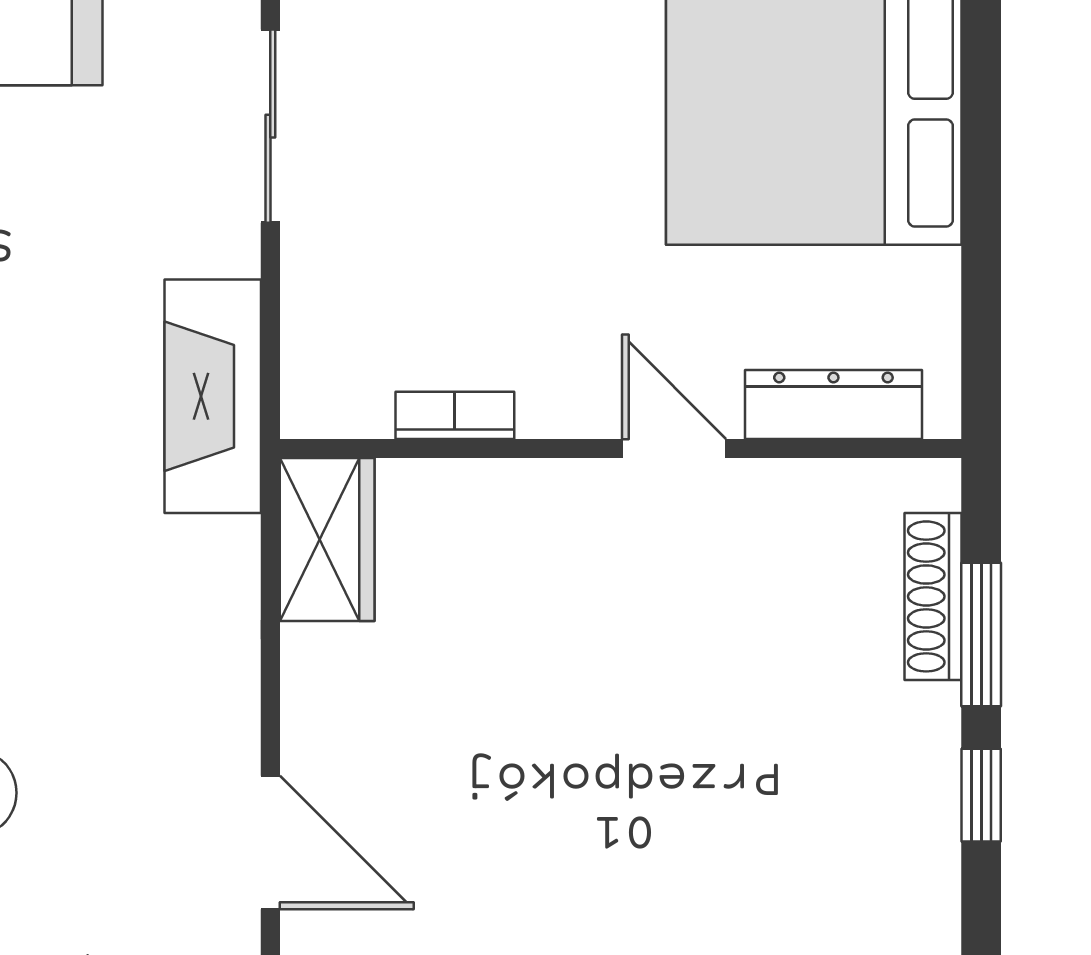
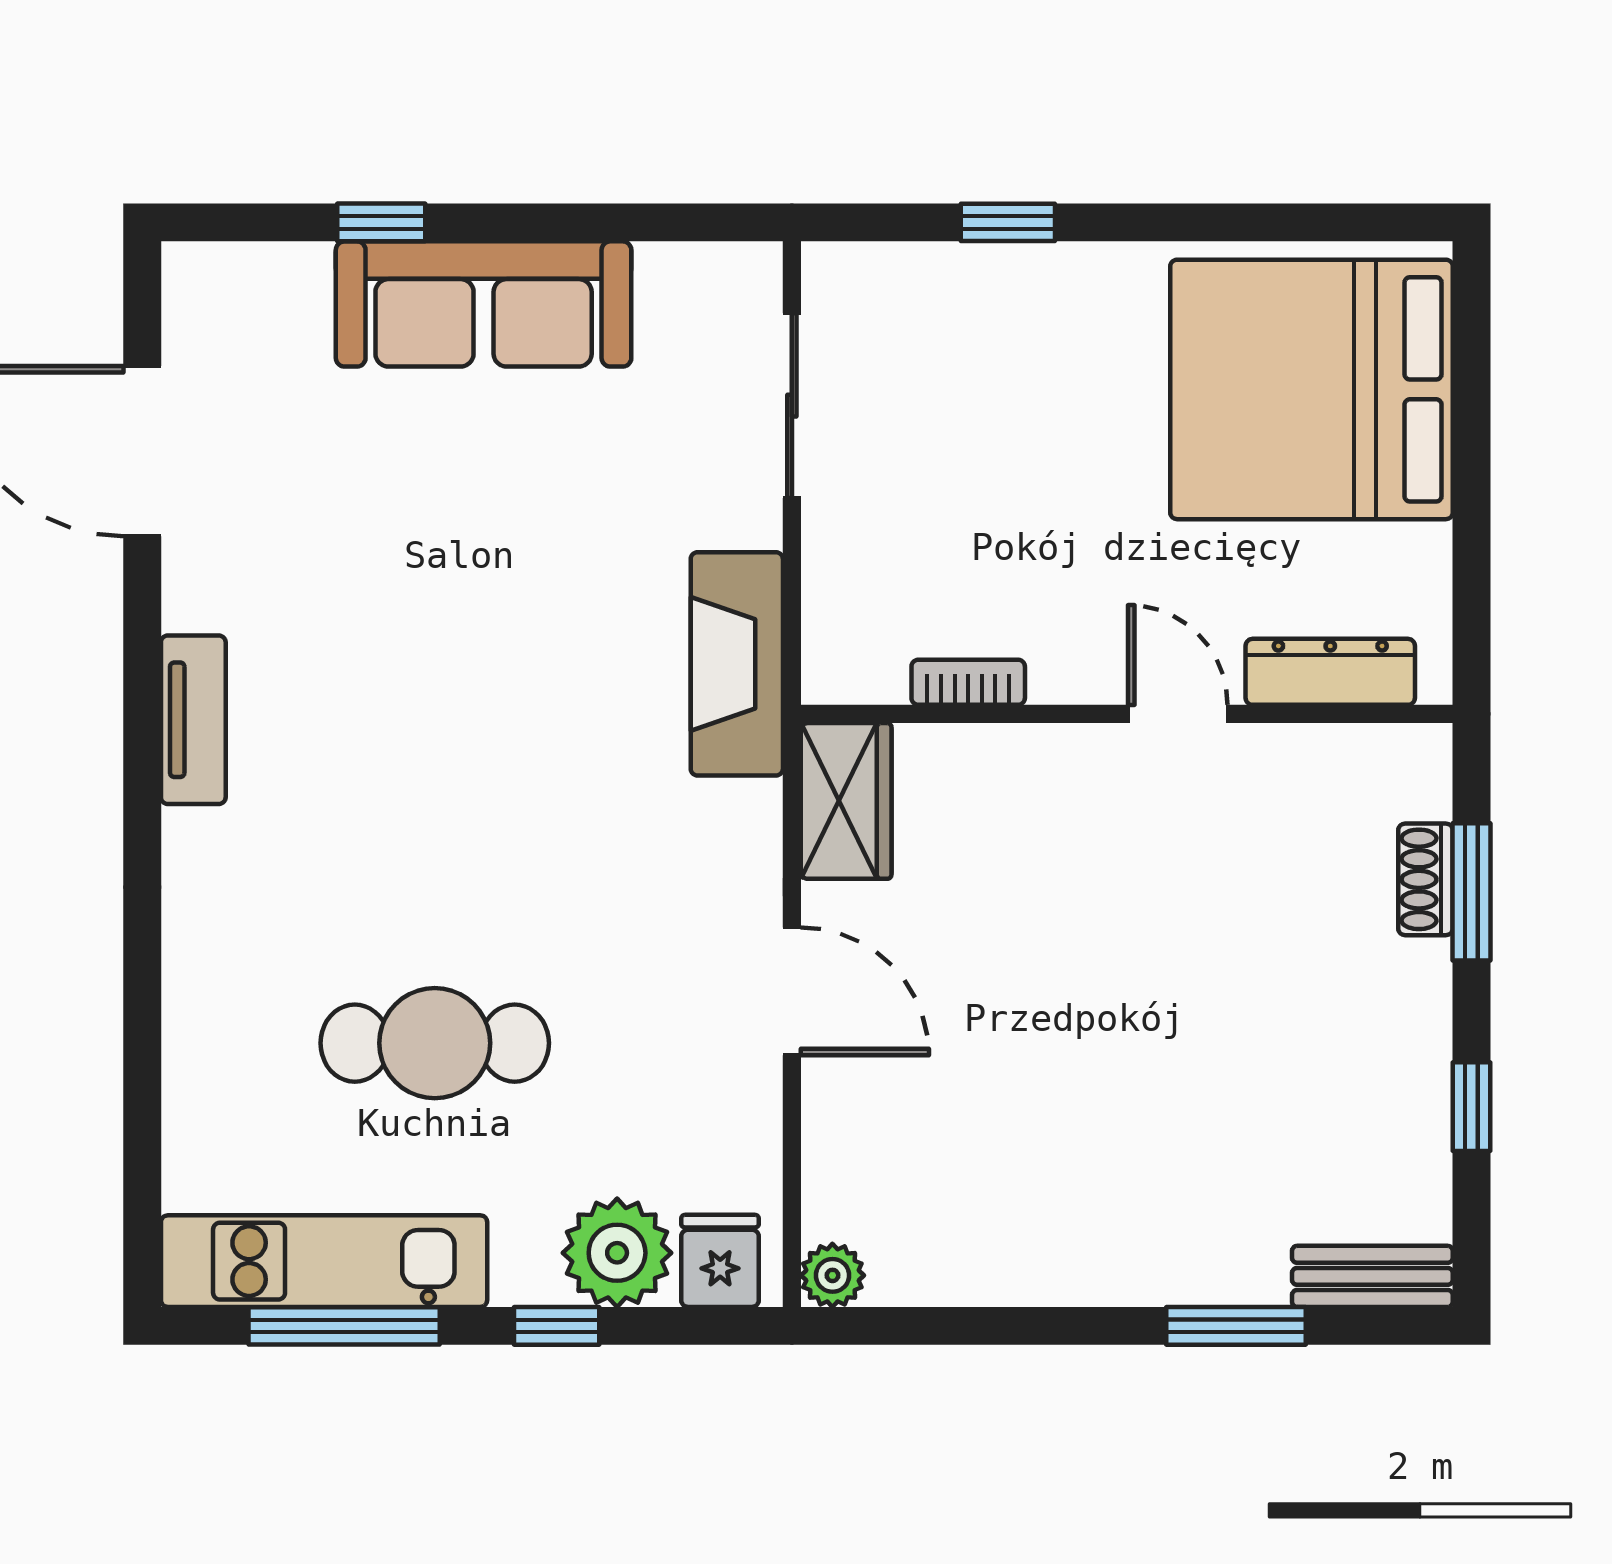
shoe rack: (933, 596) -> (1425, 879), width x0.70
window: (981, 795) -> (1471, 1107), moved
door: (270, 842) -> (792, 991), moved

